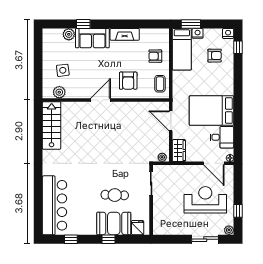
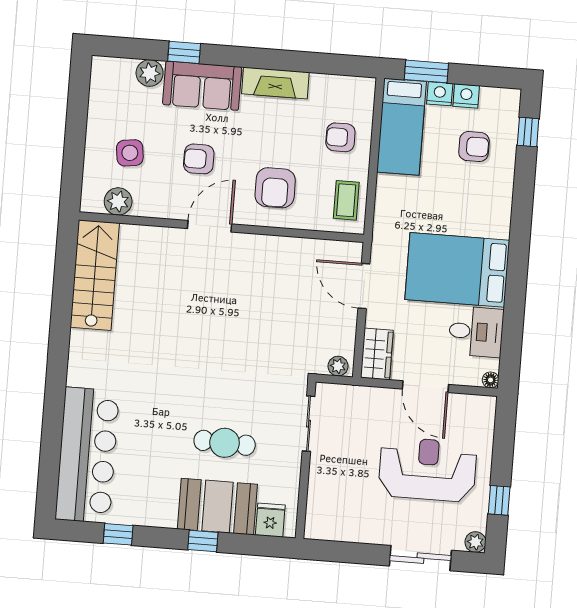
nightstand: (228, 33) -> (466, 96), moved
armchair: (93, 71) -> (199, 159), added
door: (214, 163) -> (425, 387), moved

